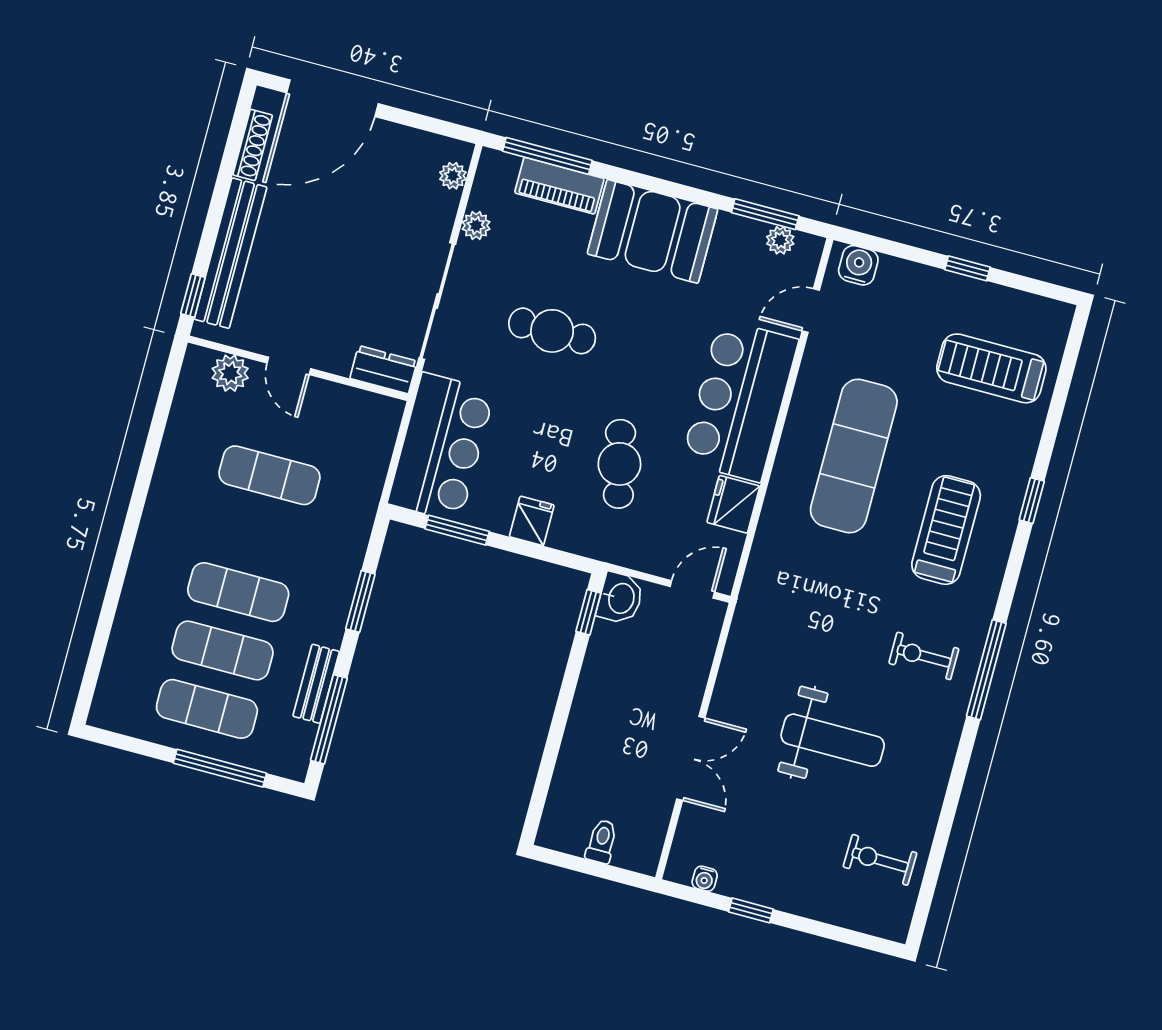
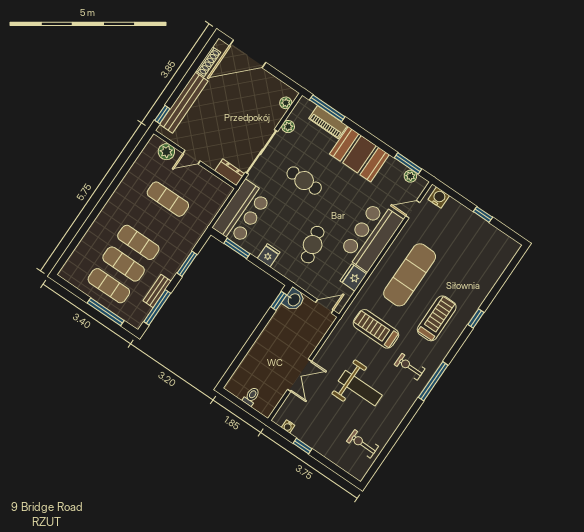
door: (289, 366) -> (191, 157), hinge flipped
treadmill: (991, 368) -> (376, 329), moved

